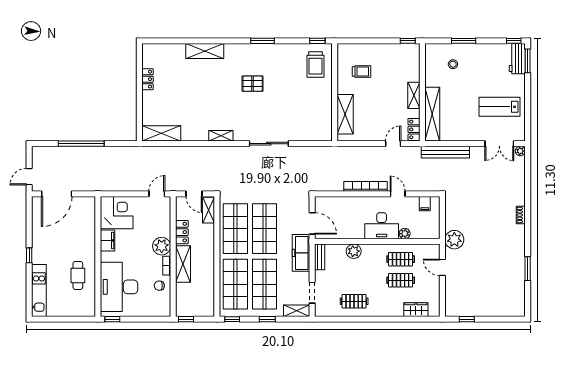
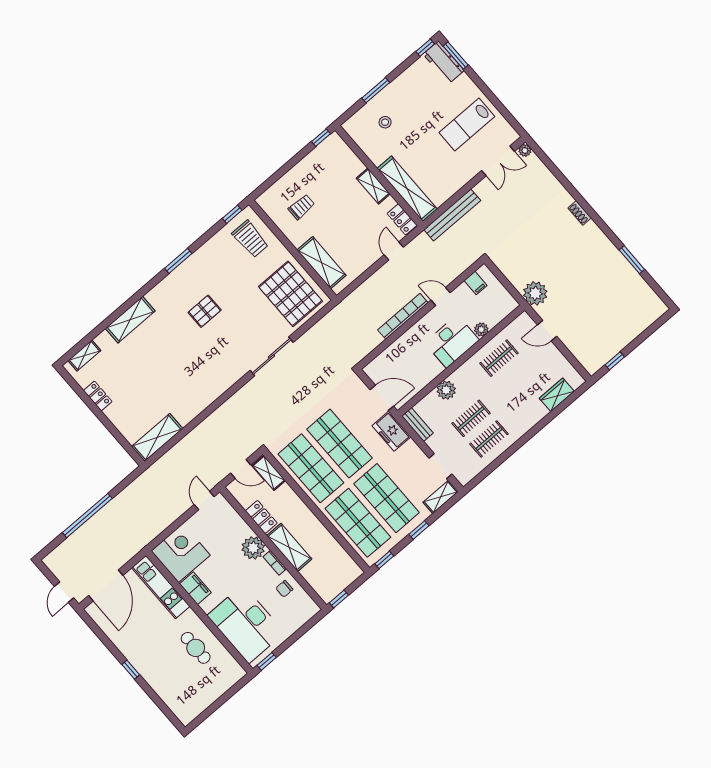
pallet: (311, 117) -> (290, 294), added
shelving: (221, 136) -> (84, 355), moved
freezer: (301, 253) -> (391, 431), width x0.71
clothes rail: (401, 280) -> (471, 418), moved
kitchen unit: (39, 290) -> (161, 587), moved, turned 180

